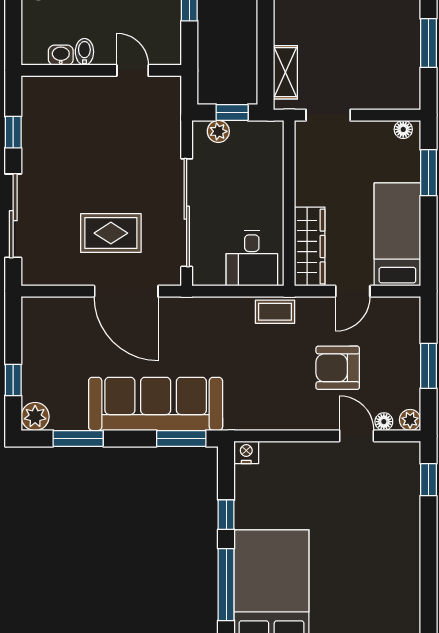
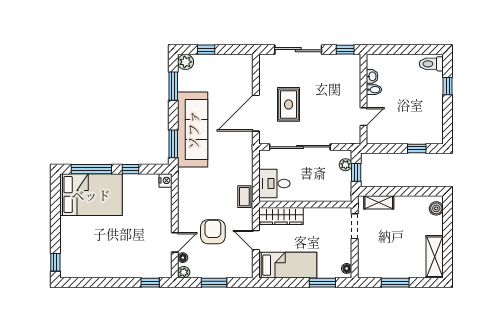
bidet: (84, 52) -> (374, 90), moved
washbasin: (61, 55) -> (372, 76), moved
wall: (101, 70) -> (364, 99), moved
door: (133, 70) -> (364, 117), moved

